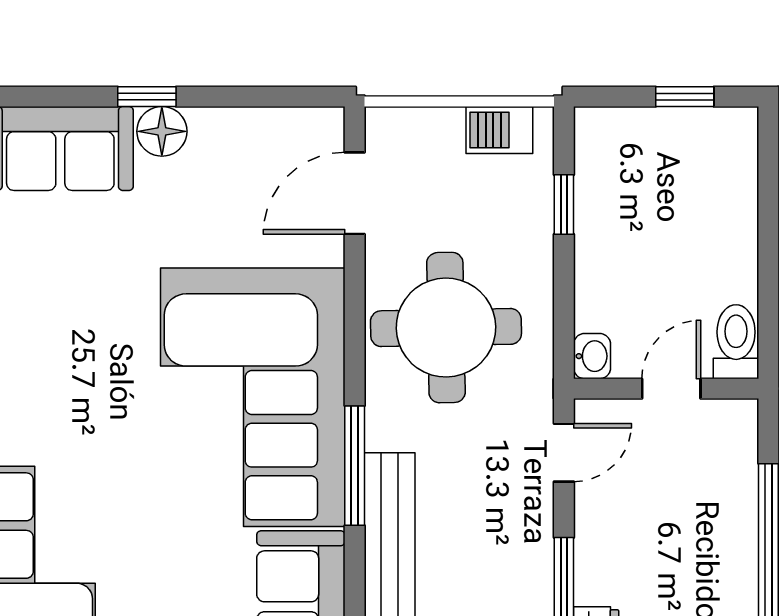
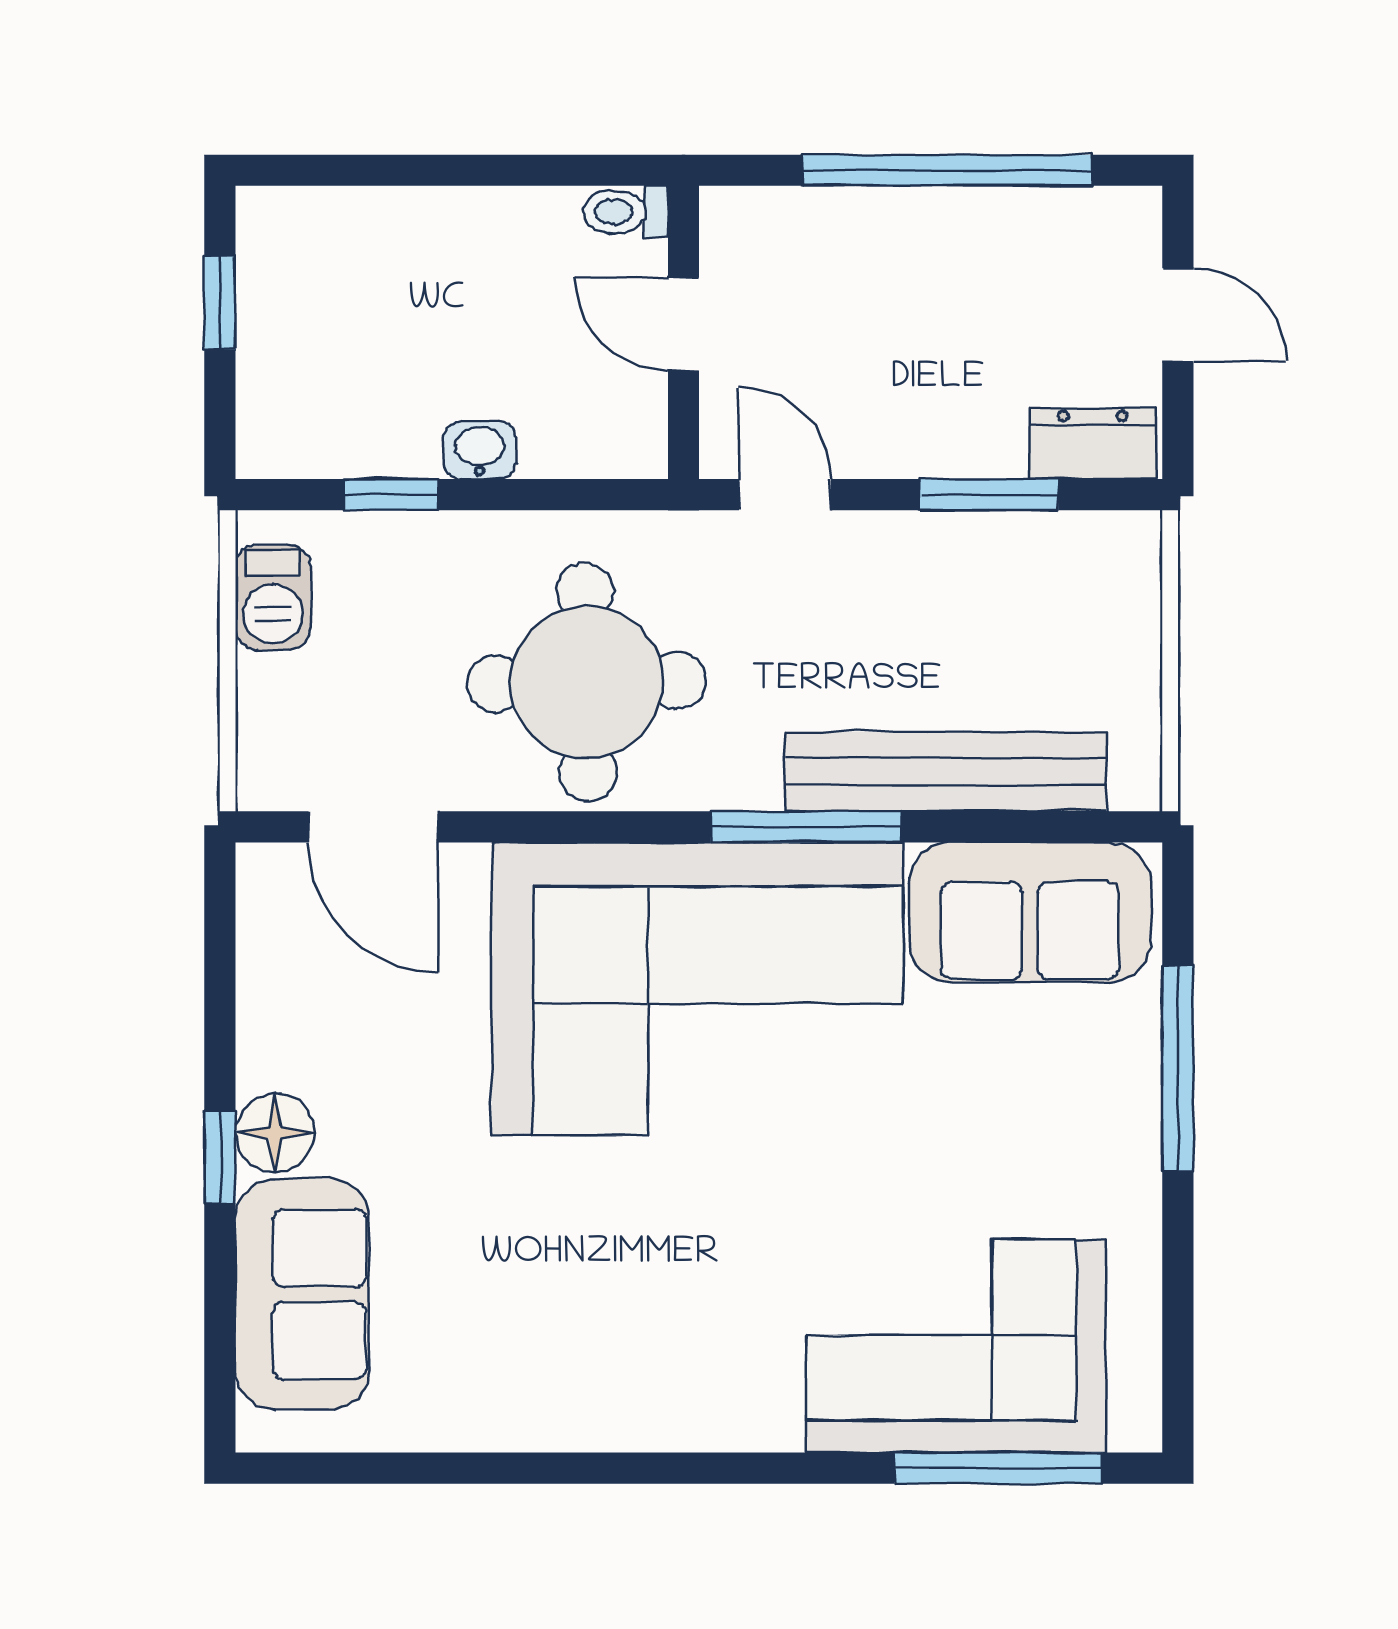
toilet: (736, 342) -> (625, 212), width x0.73, depth x0.72
washbasin: (592, 356) -> (480, 450), moved

